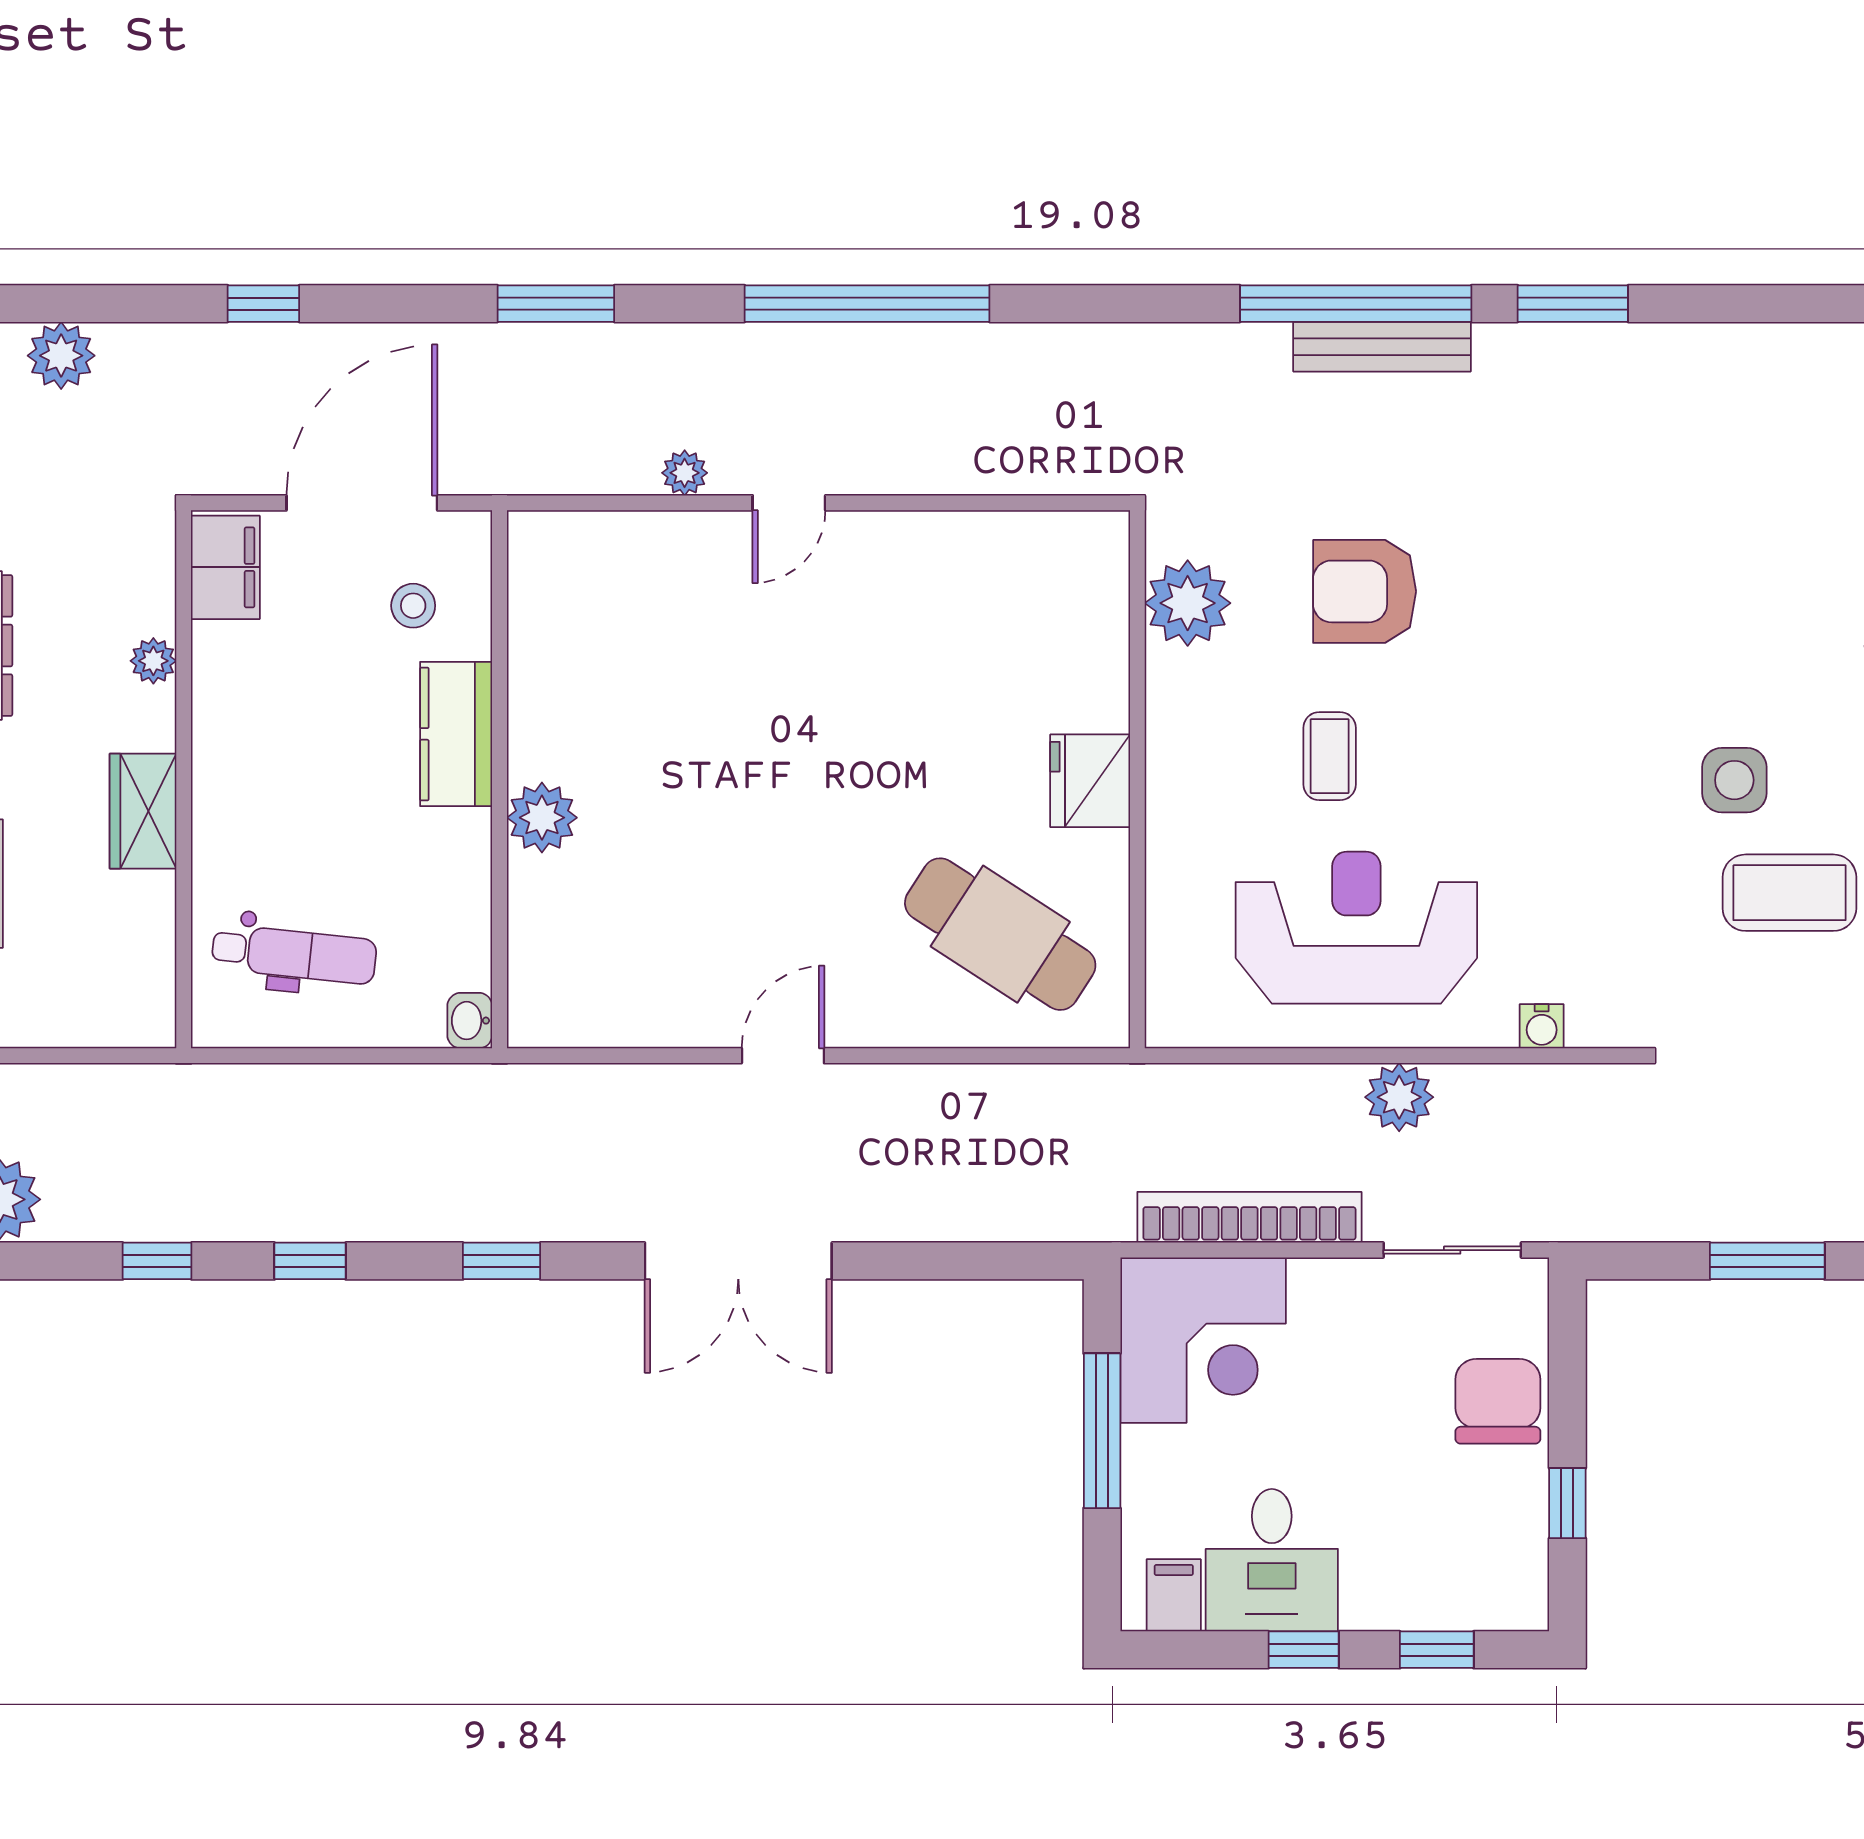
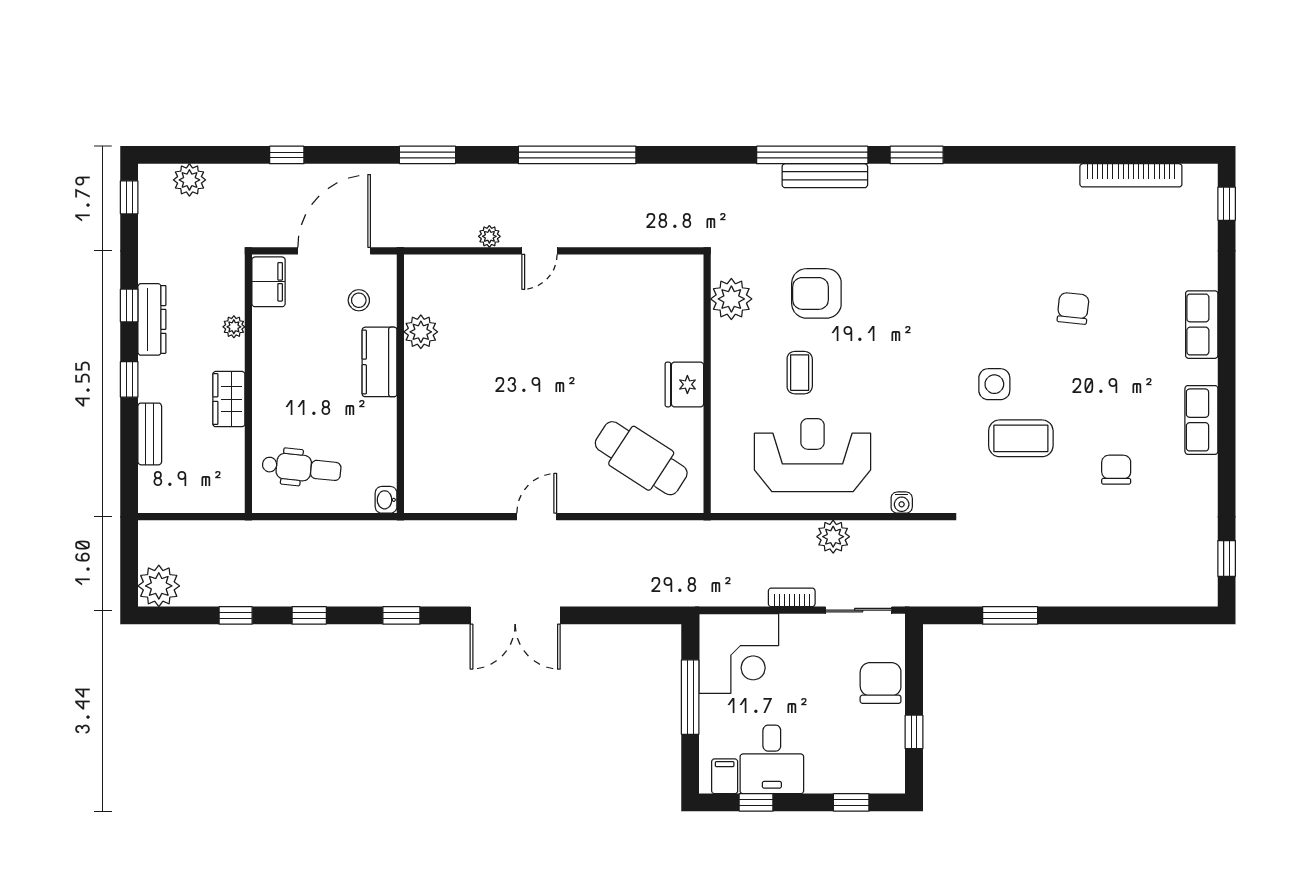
plant: (542, 818) -> (421, 332), moved
bookcase: (1249, 1217) -> (792, 597), width x0.43, depth x0.76
window: (1304, 1650) -> (756, 802), moved

